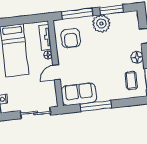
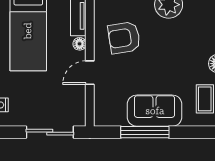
armchair: (71, 38) -> (124, 38), moved, turned 81
sofa: (79, 94) -> (155, 111), moved

